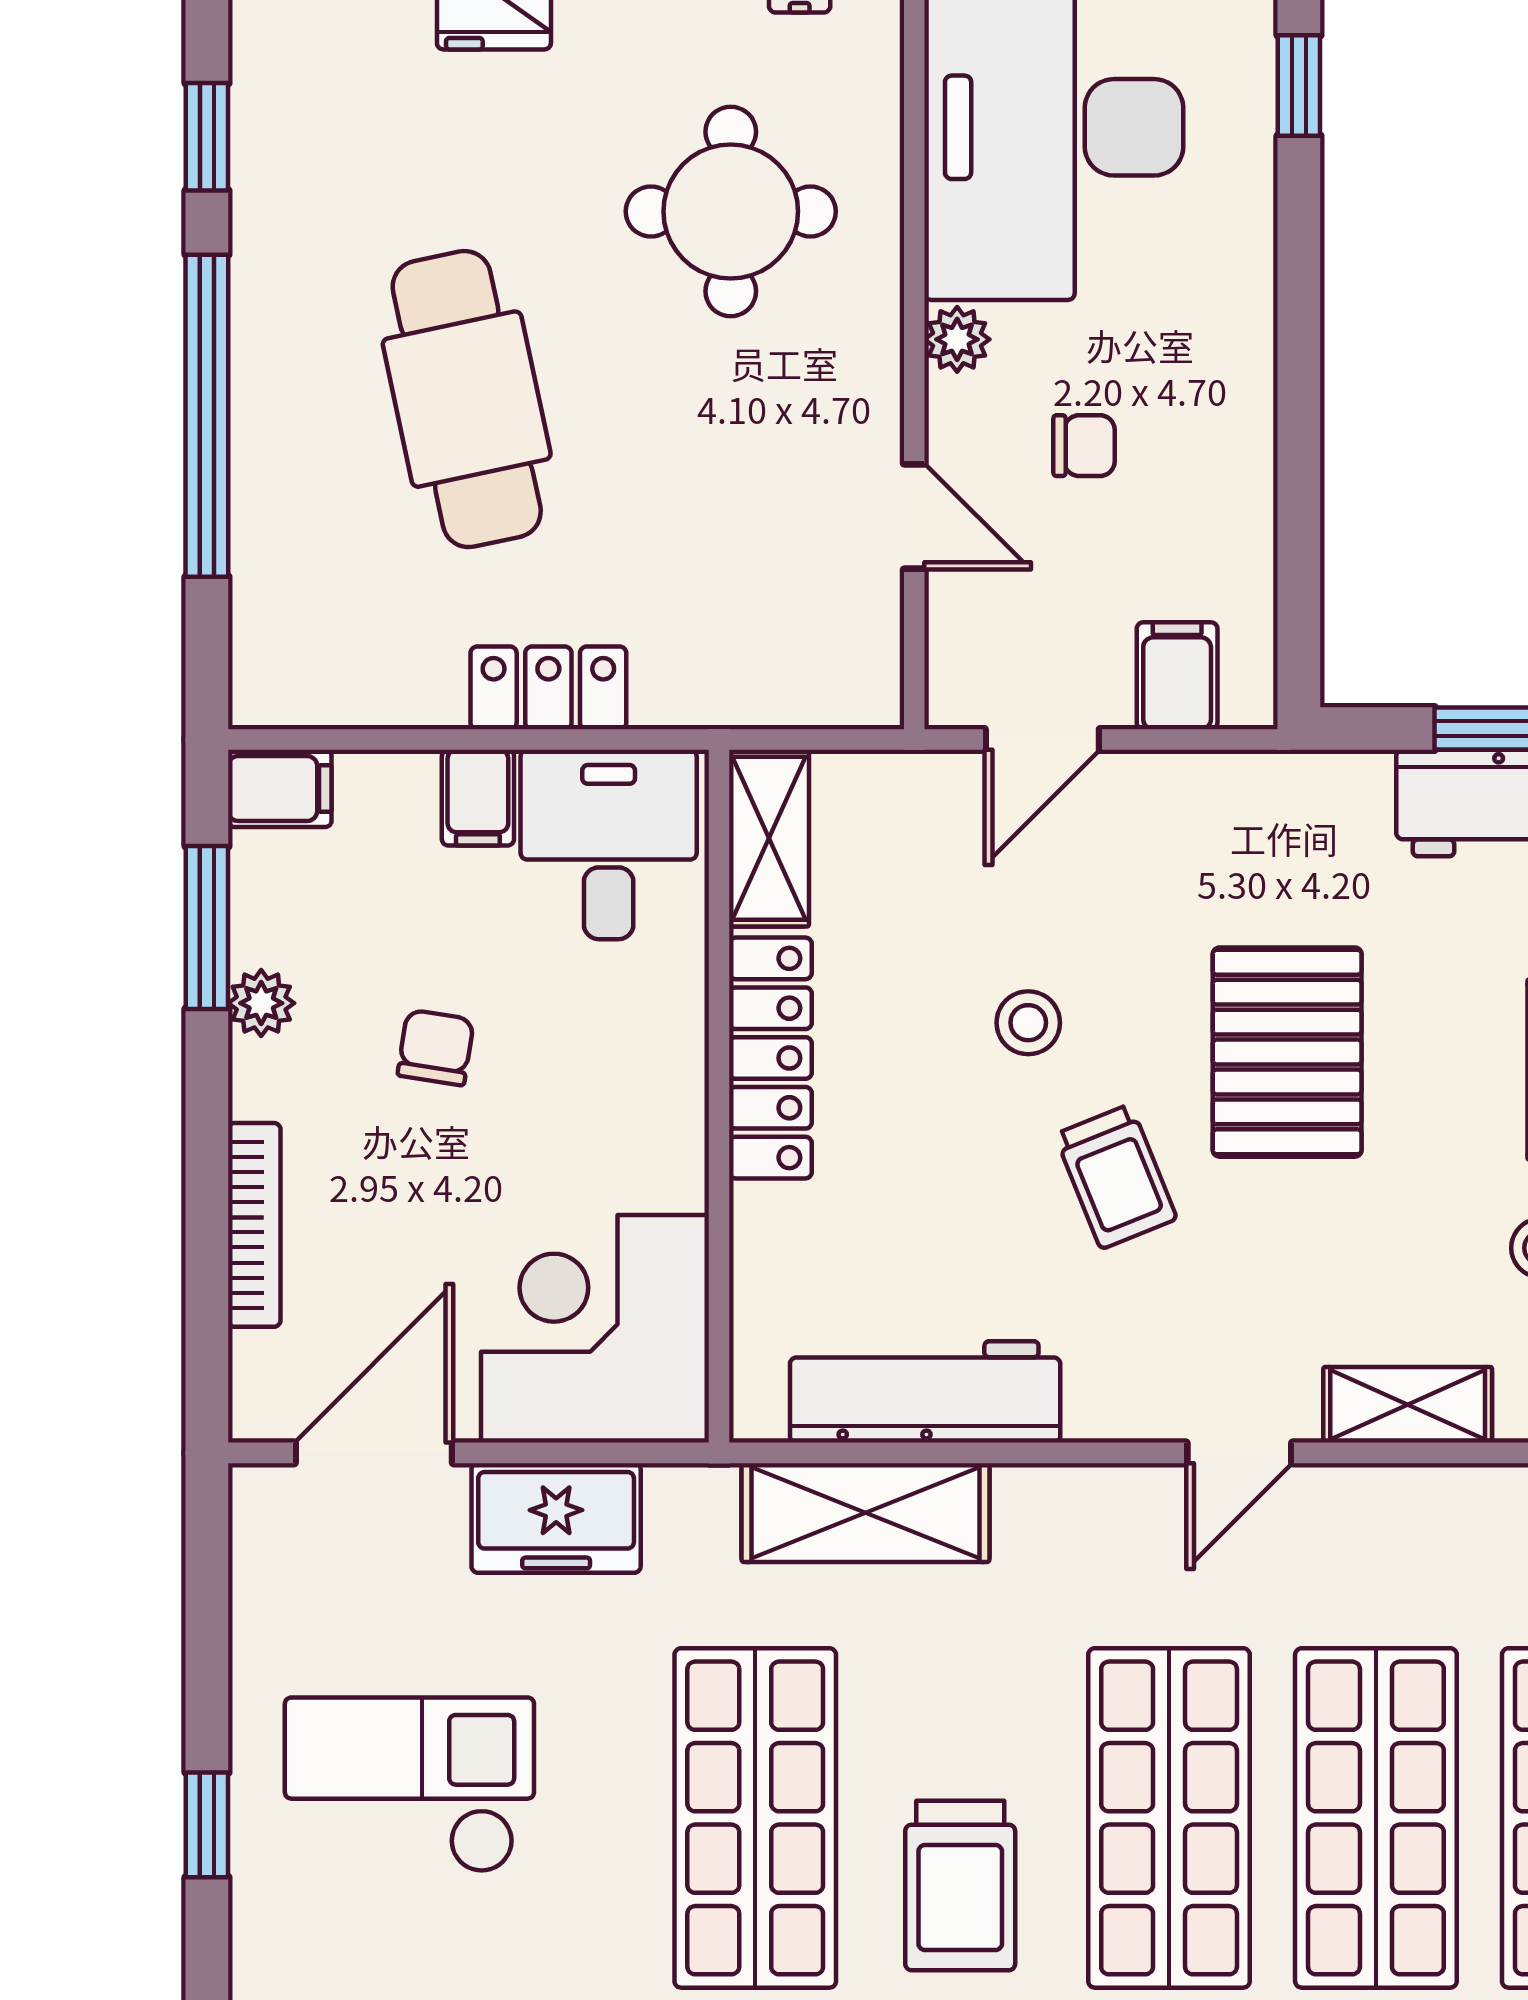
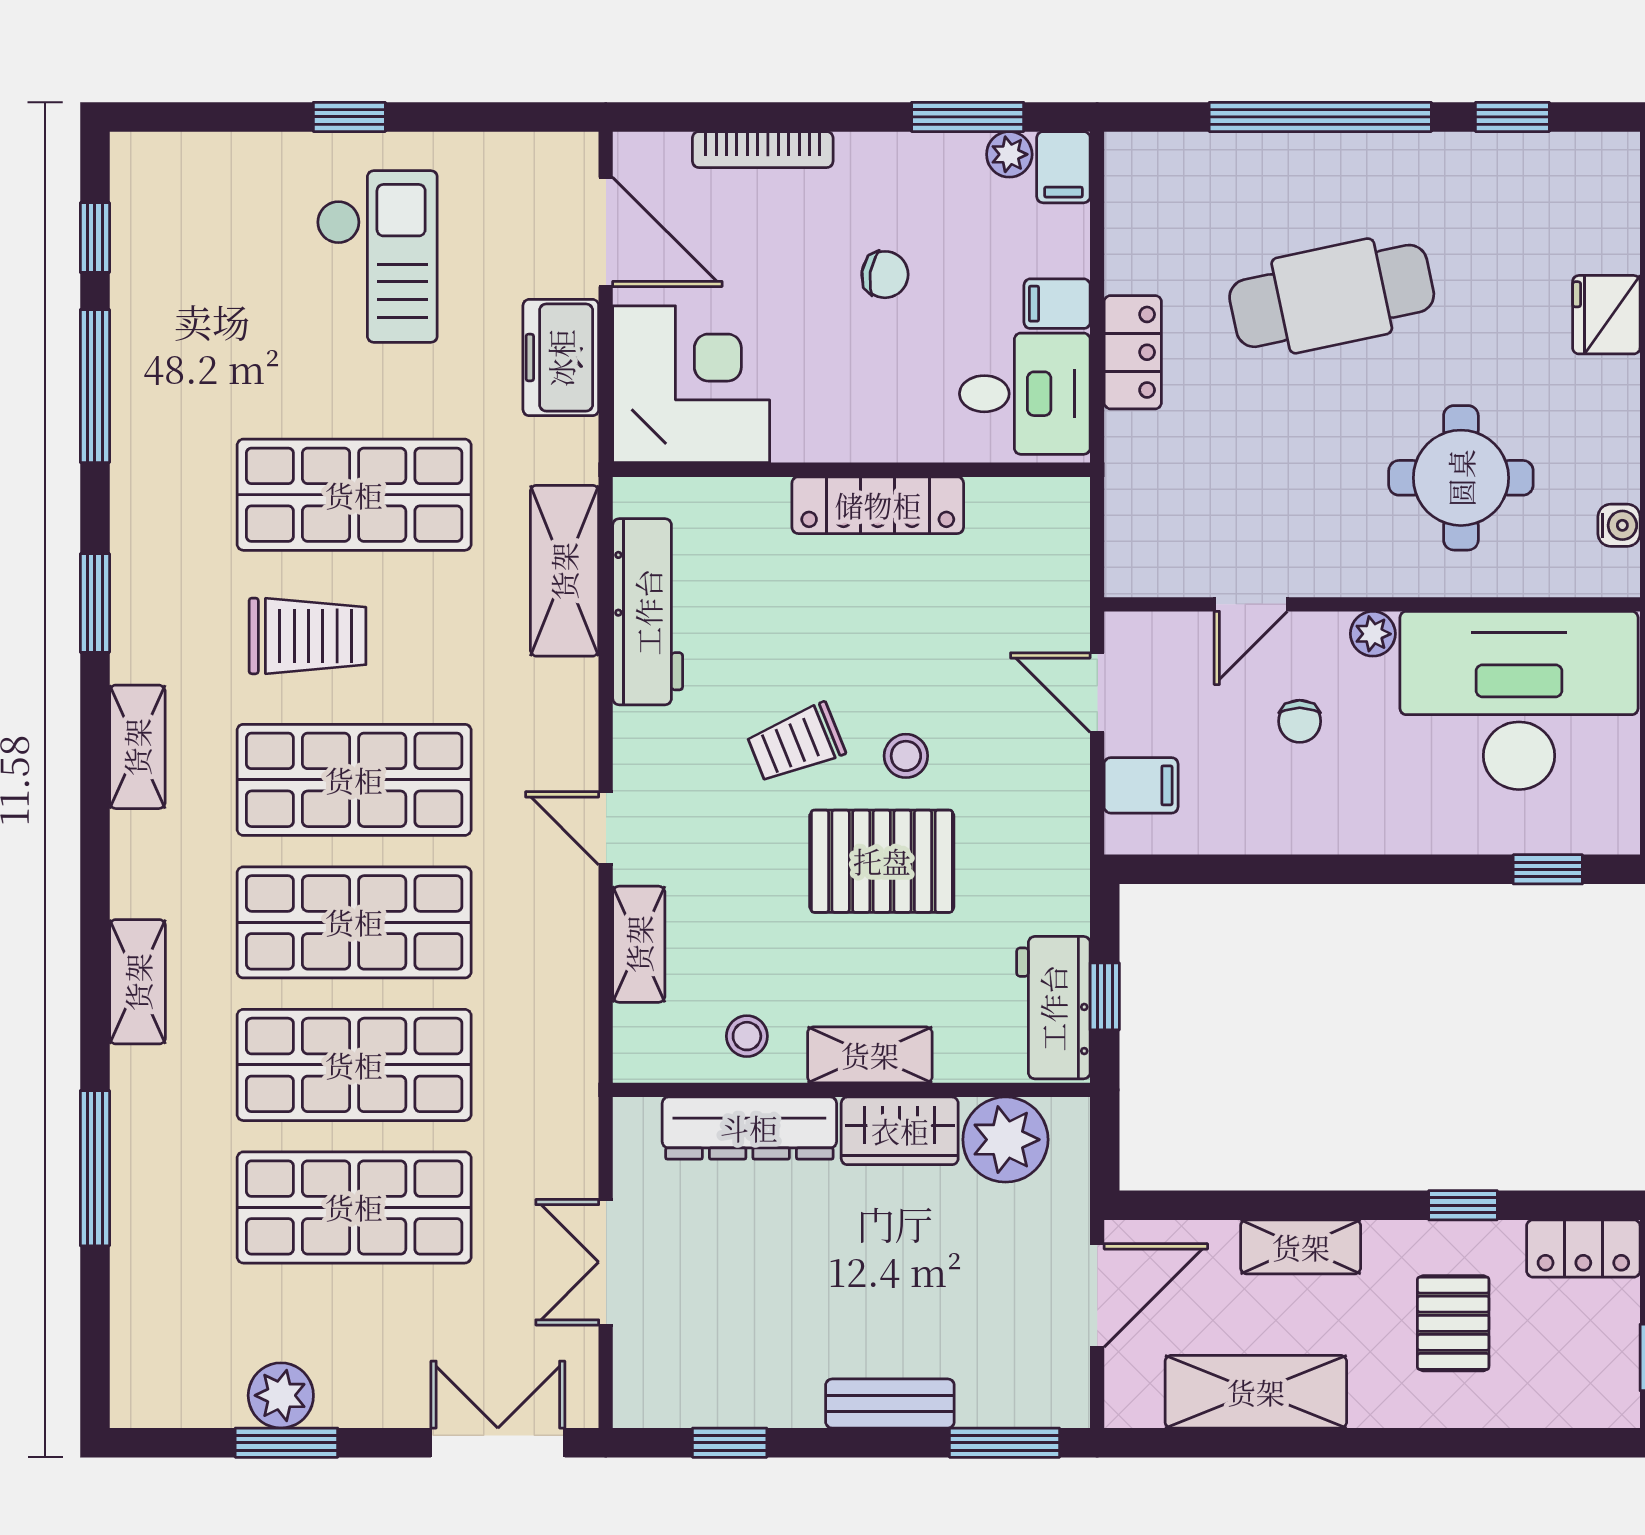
shelving: (769, 838) -> (1029, 504), removed
plant: (261, 1003) -> (1009, 154), moved
stool: (1028, 1023) -> (906, 756), moved
trolley: (960, 1886) -> (307, 636), turned 180

